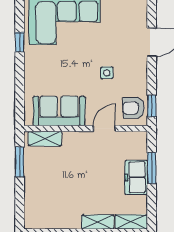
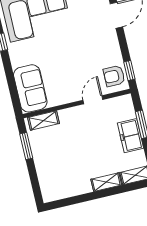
side table: (107, 73) -> (84, 51), removed
sofa: (59, 111) -> (30, 88), moved, turned 90

